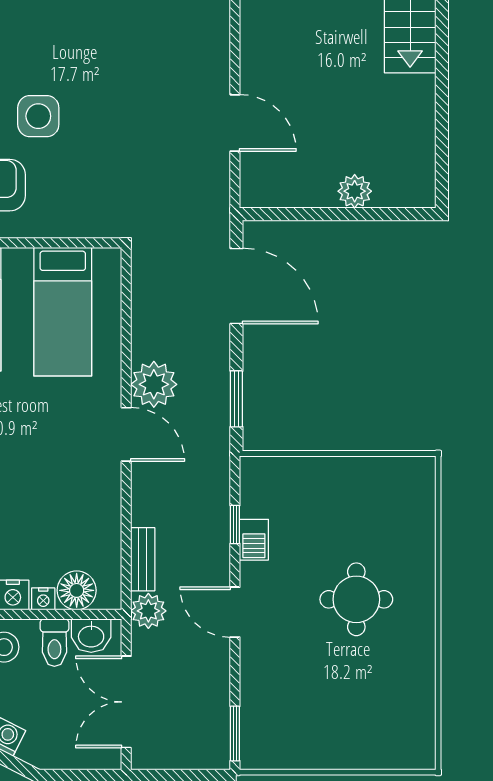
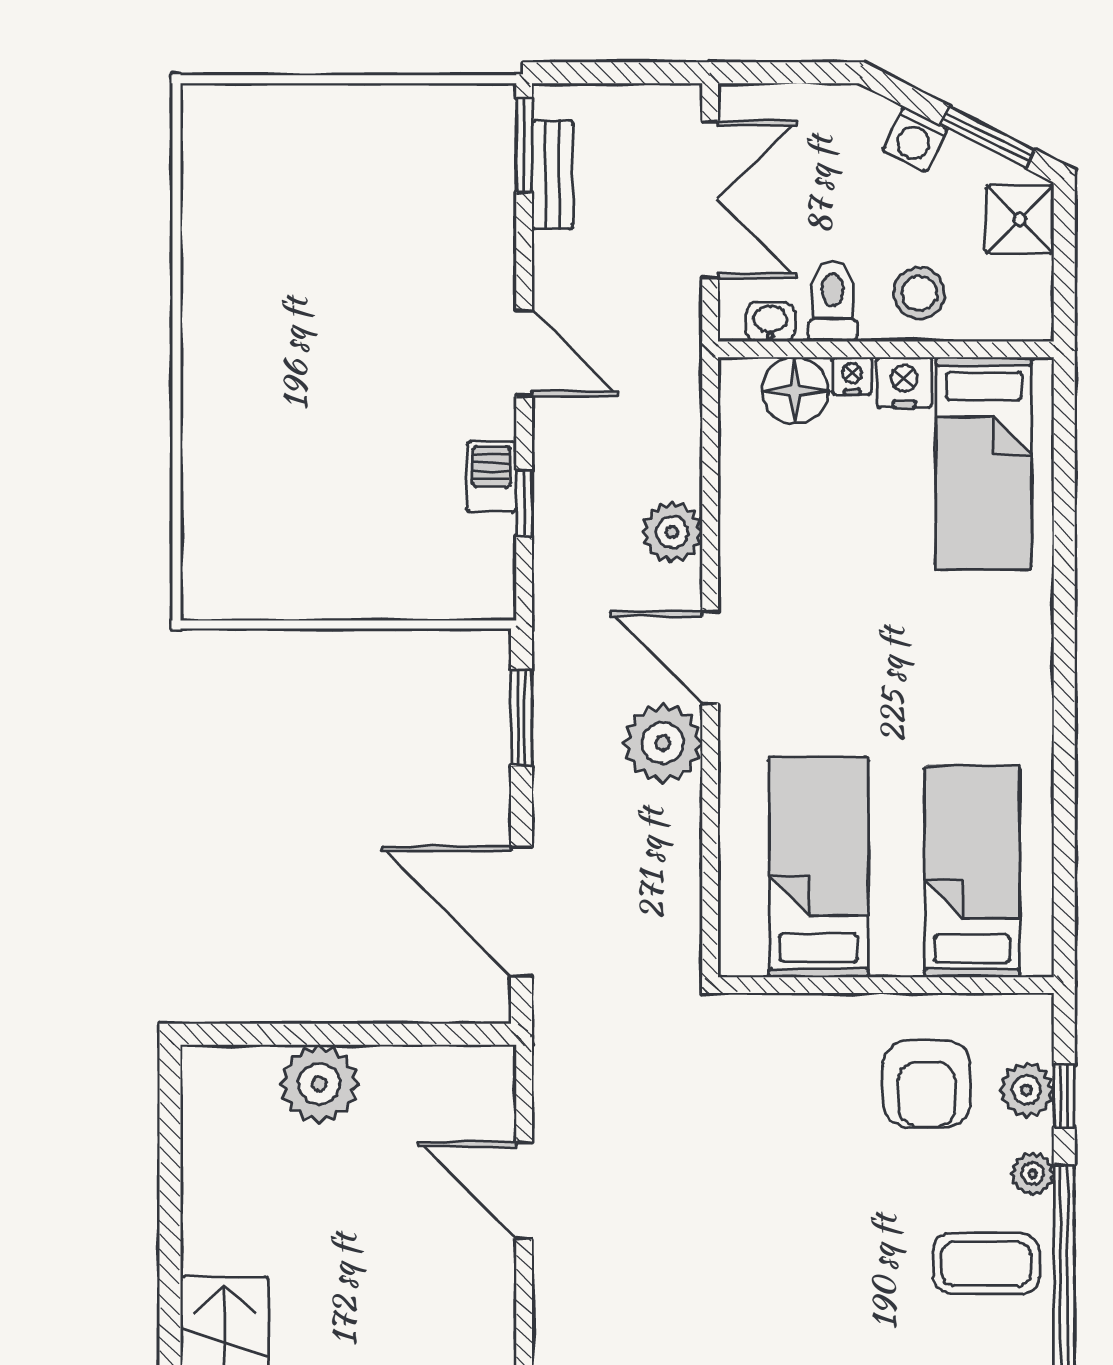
side table: (38, 116) -> (861, 1202), removed
plant: (355, 191) -> (319, 1084), width x1.36, depth x1.36
bench: (143, 559) -> (552, 175), moved
round table: (356, 599) -> (316, 375), removed
plant: (148, 611) -> (672, 532), moved
washbasin: (91, 636) -> (770, 322), width x0.72, depth x0.69

